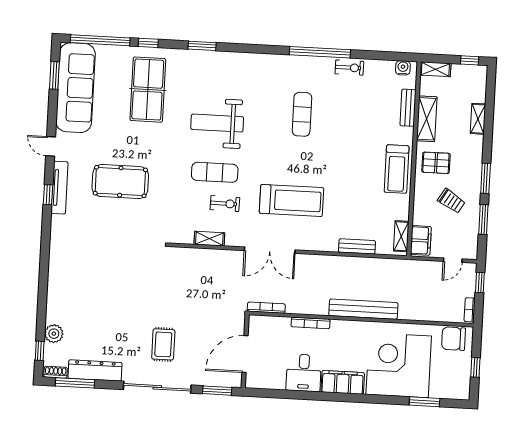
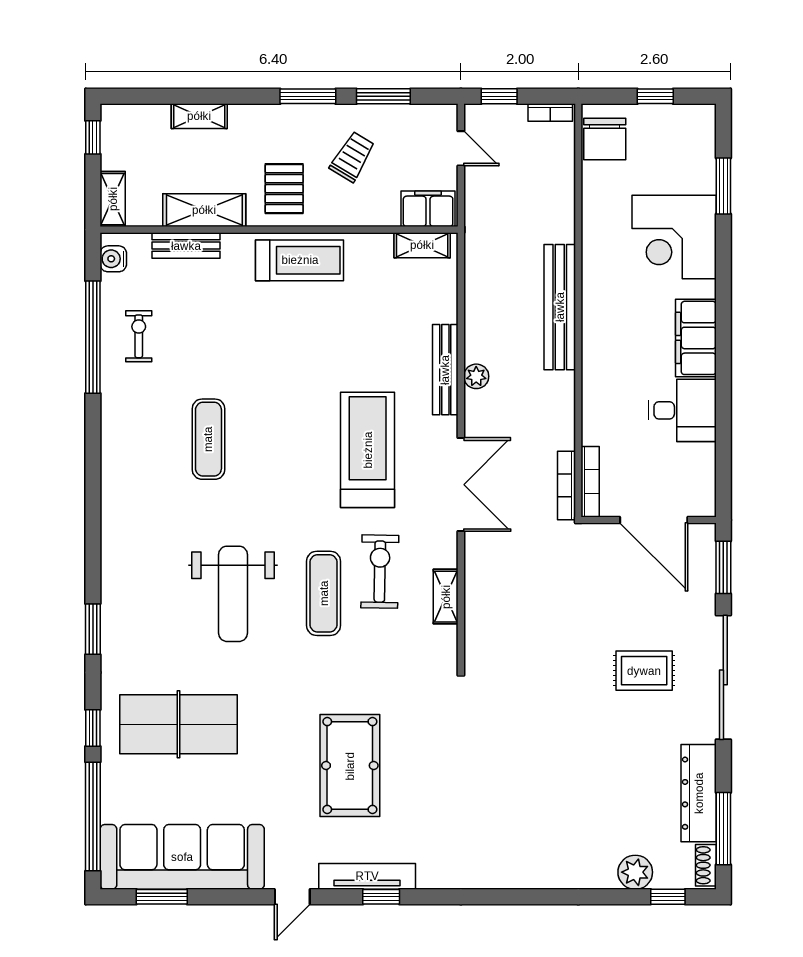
window: (320, 52) -> (93, 337), moved
exercise bike: (349, 68) -> (139, 336), moved
exercise mat: (302, 114) -> (208, 439), turned 90
exercise bike: (225, 204) -> (380, 572), width x1.38, depth x1.39
bench: (357, 246) -> (445, 370), moved, width x1.36
plant: (328, 262) -> (476, 376), added
bookcase: (311, 323) -> (590, 482), moved
corner desk: (399, 365) -> (674, 237), width x0.74, depth x0.74

